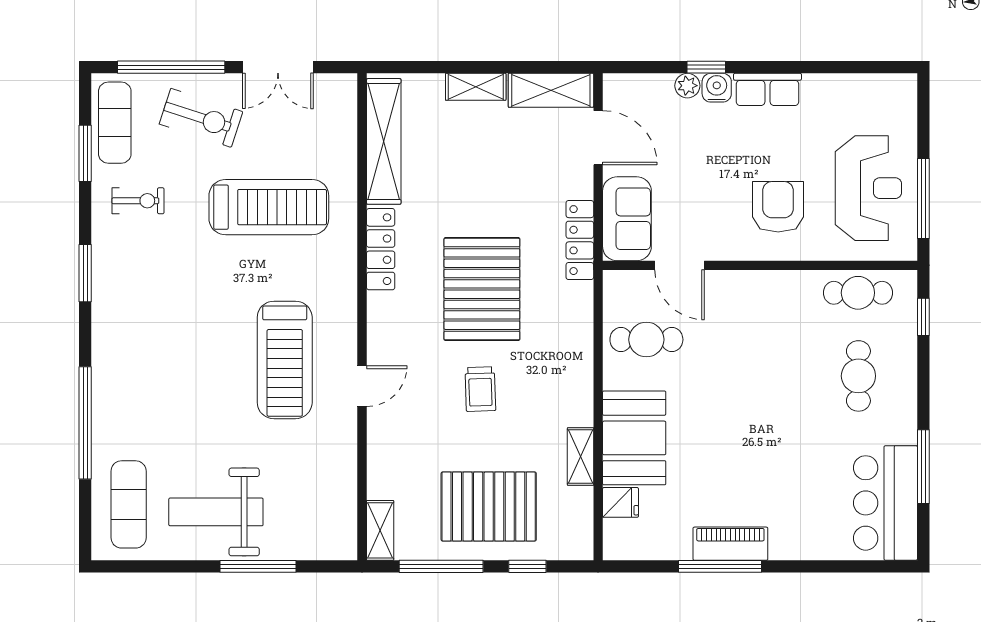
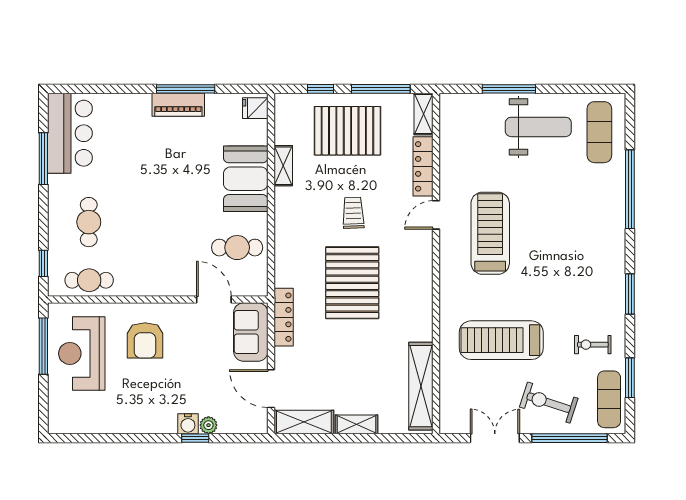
row of seats: (767, 89) -> (152, 423), removed
locker: (381, 249) -> (423, 166), moved
fridge: (620, 502) -> (255, 108), moved

